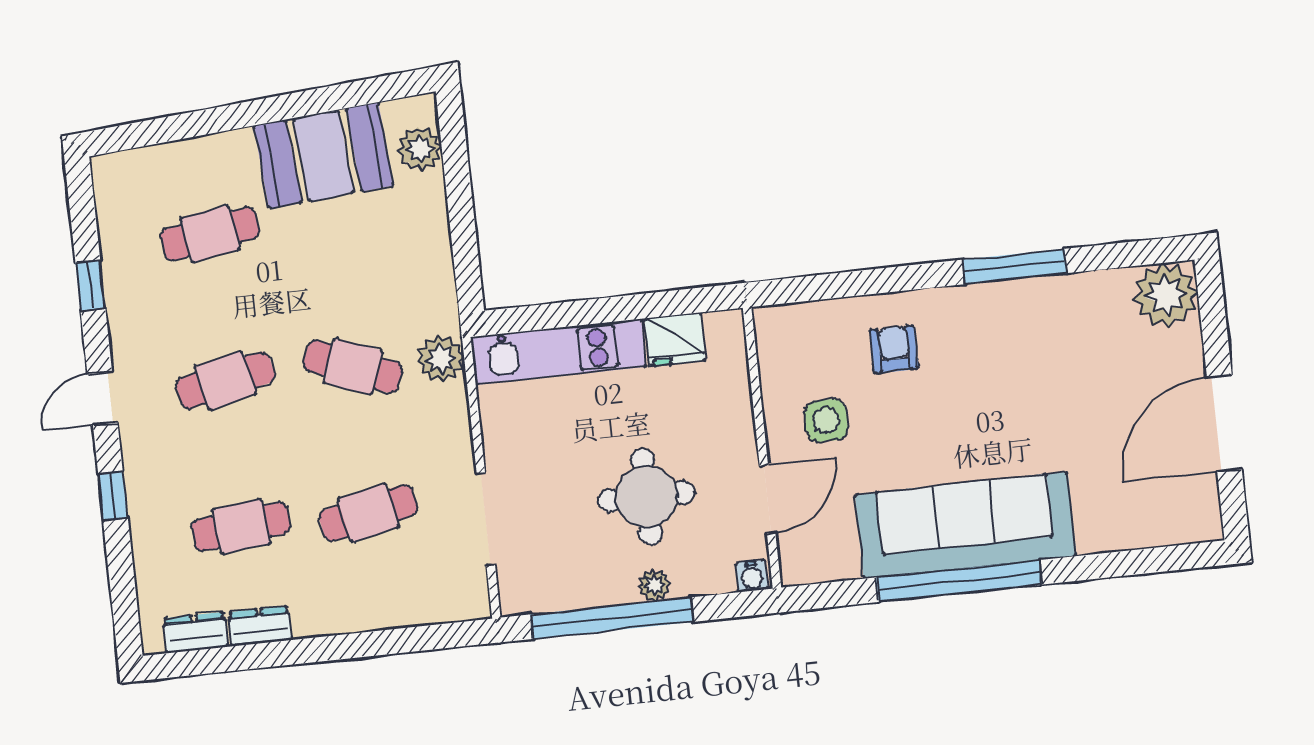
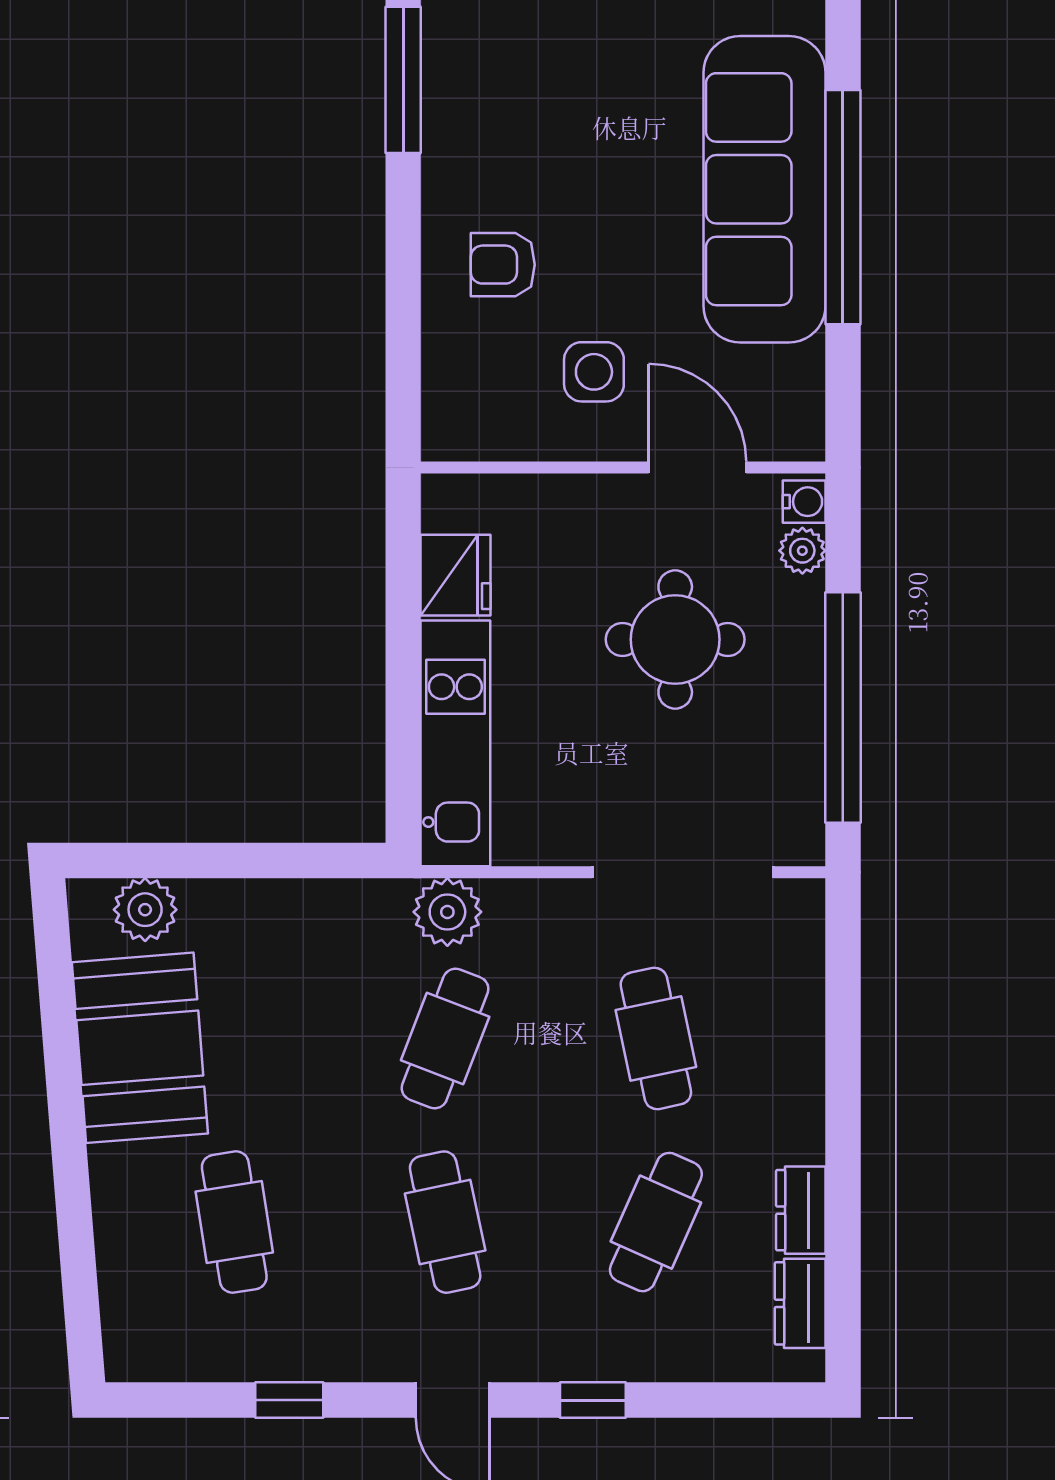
doorway: (486, 519) -> (683, 872), width x1.36
cafe table: (241, 526) -> (656, 1222), turned 30
plant: (654, 585) -> (802, 551), moved

